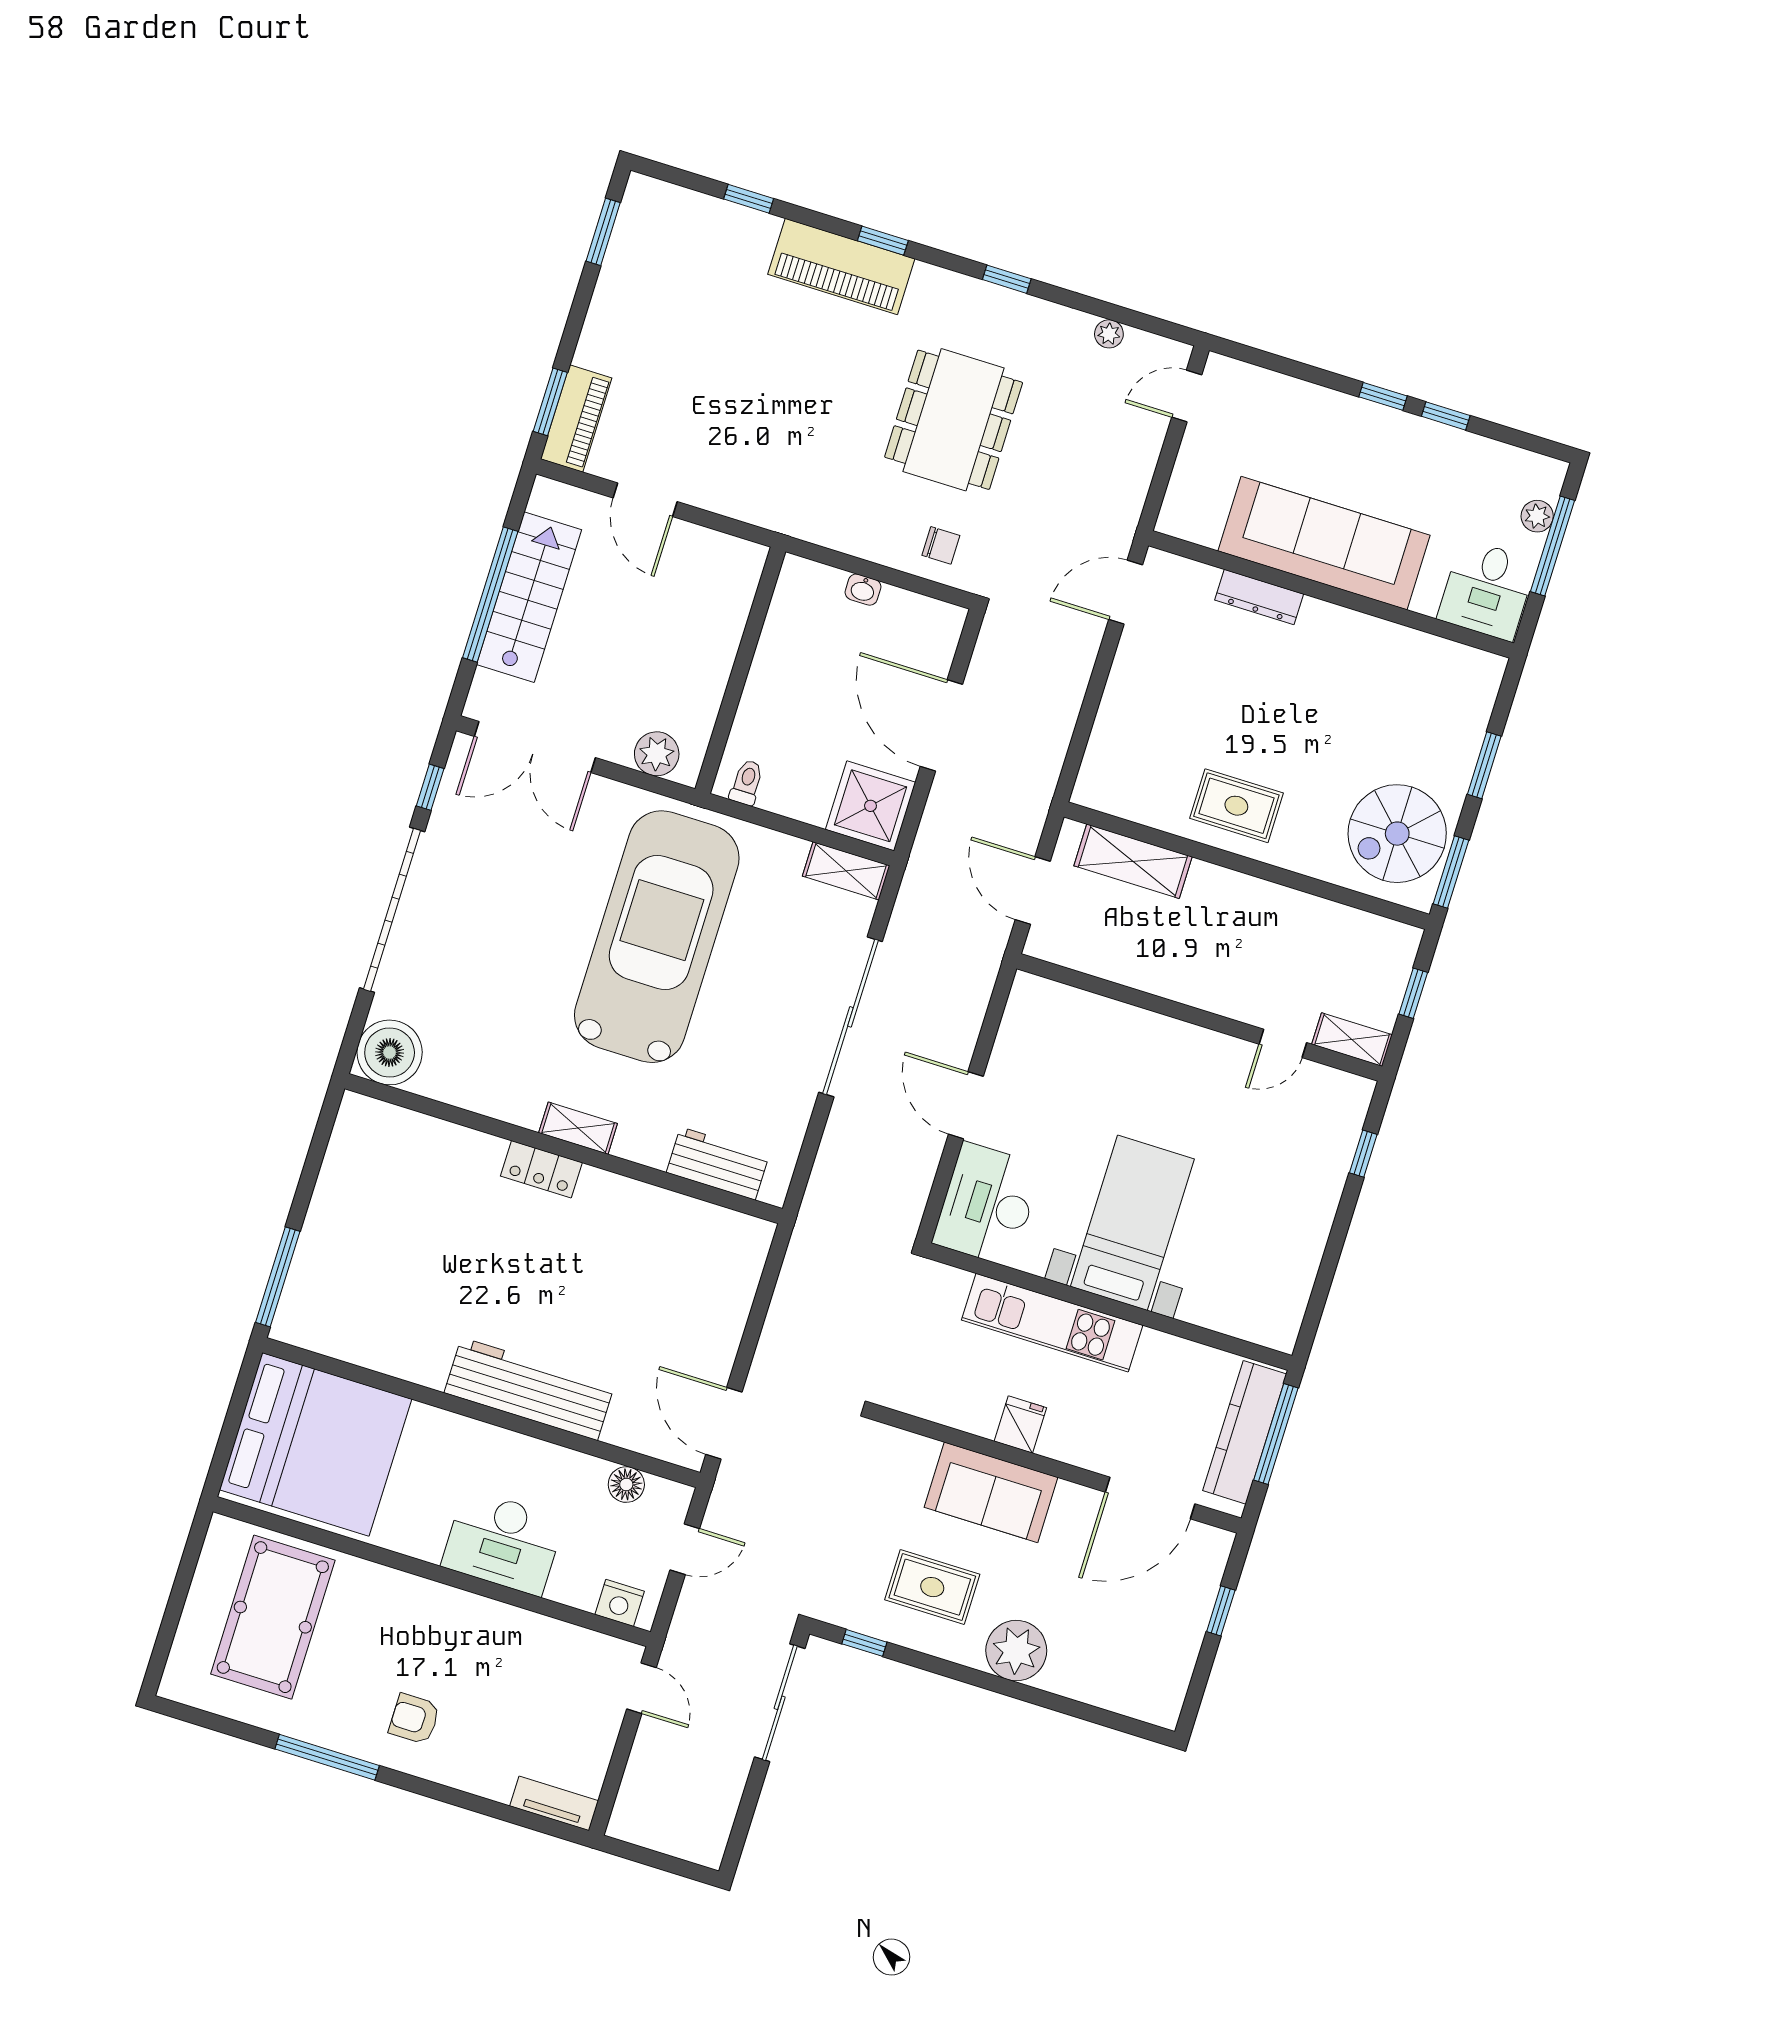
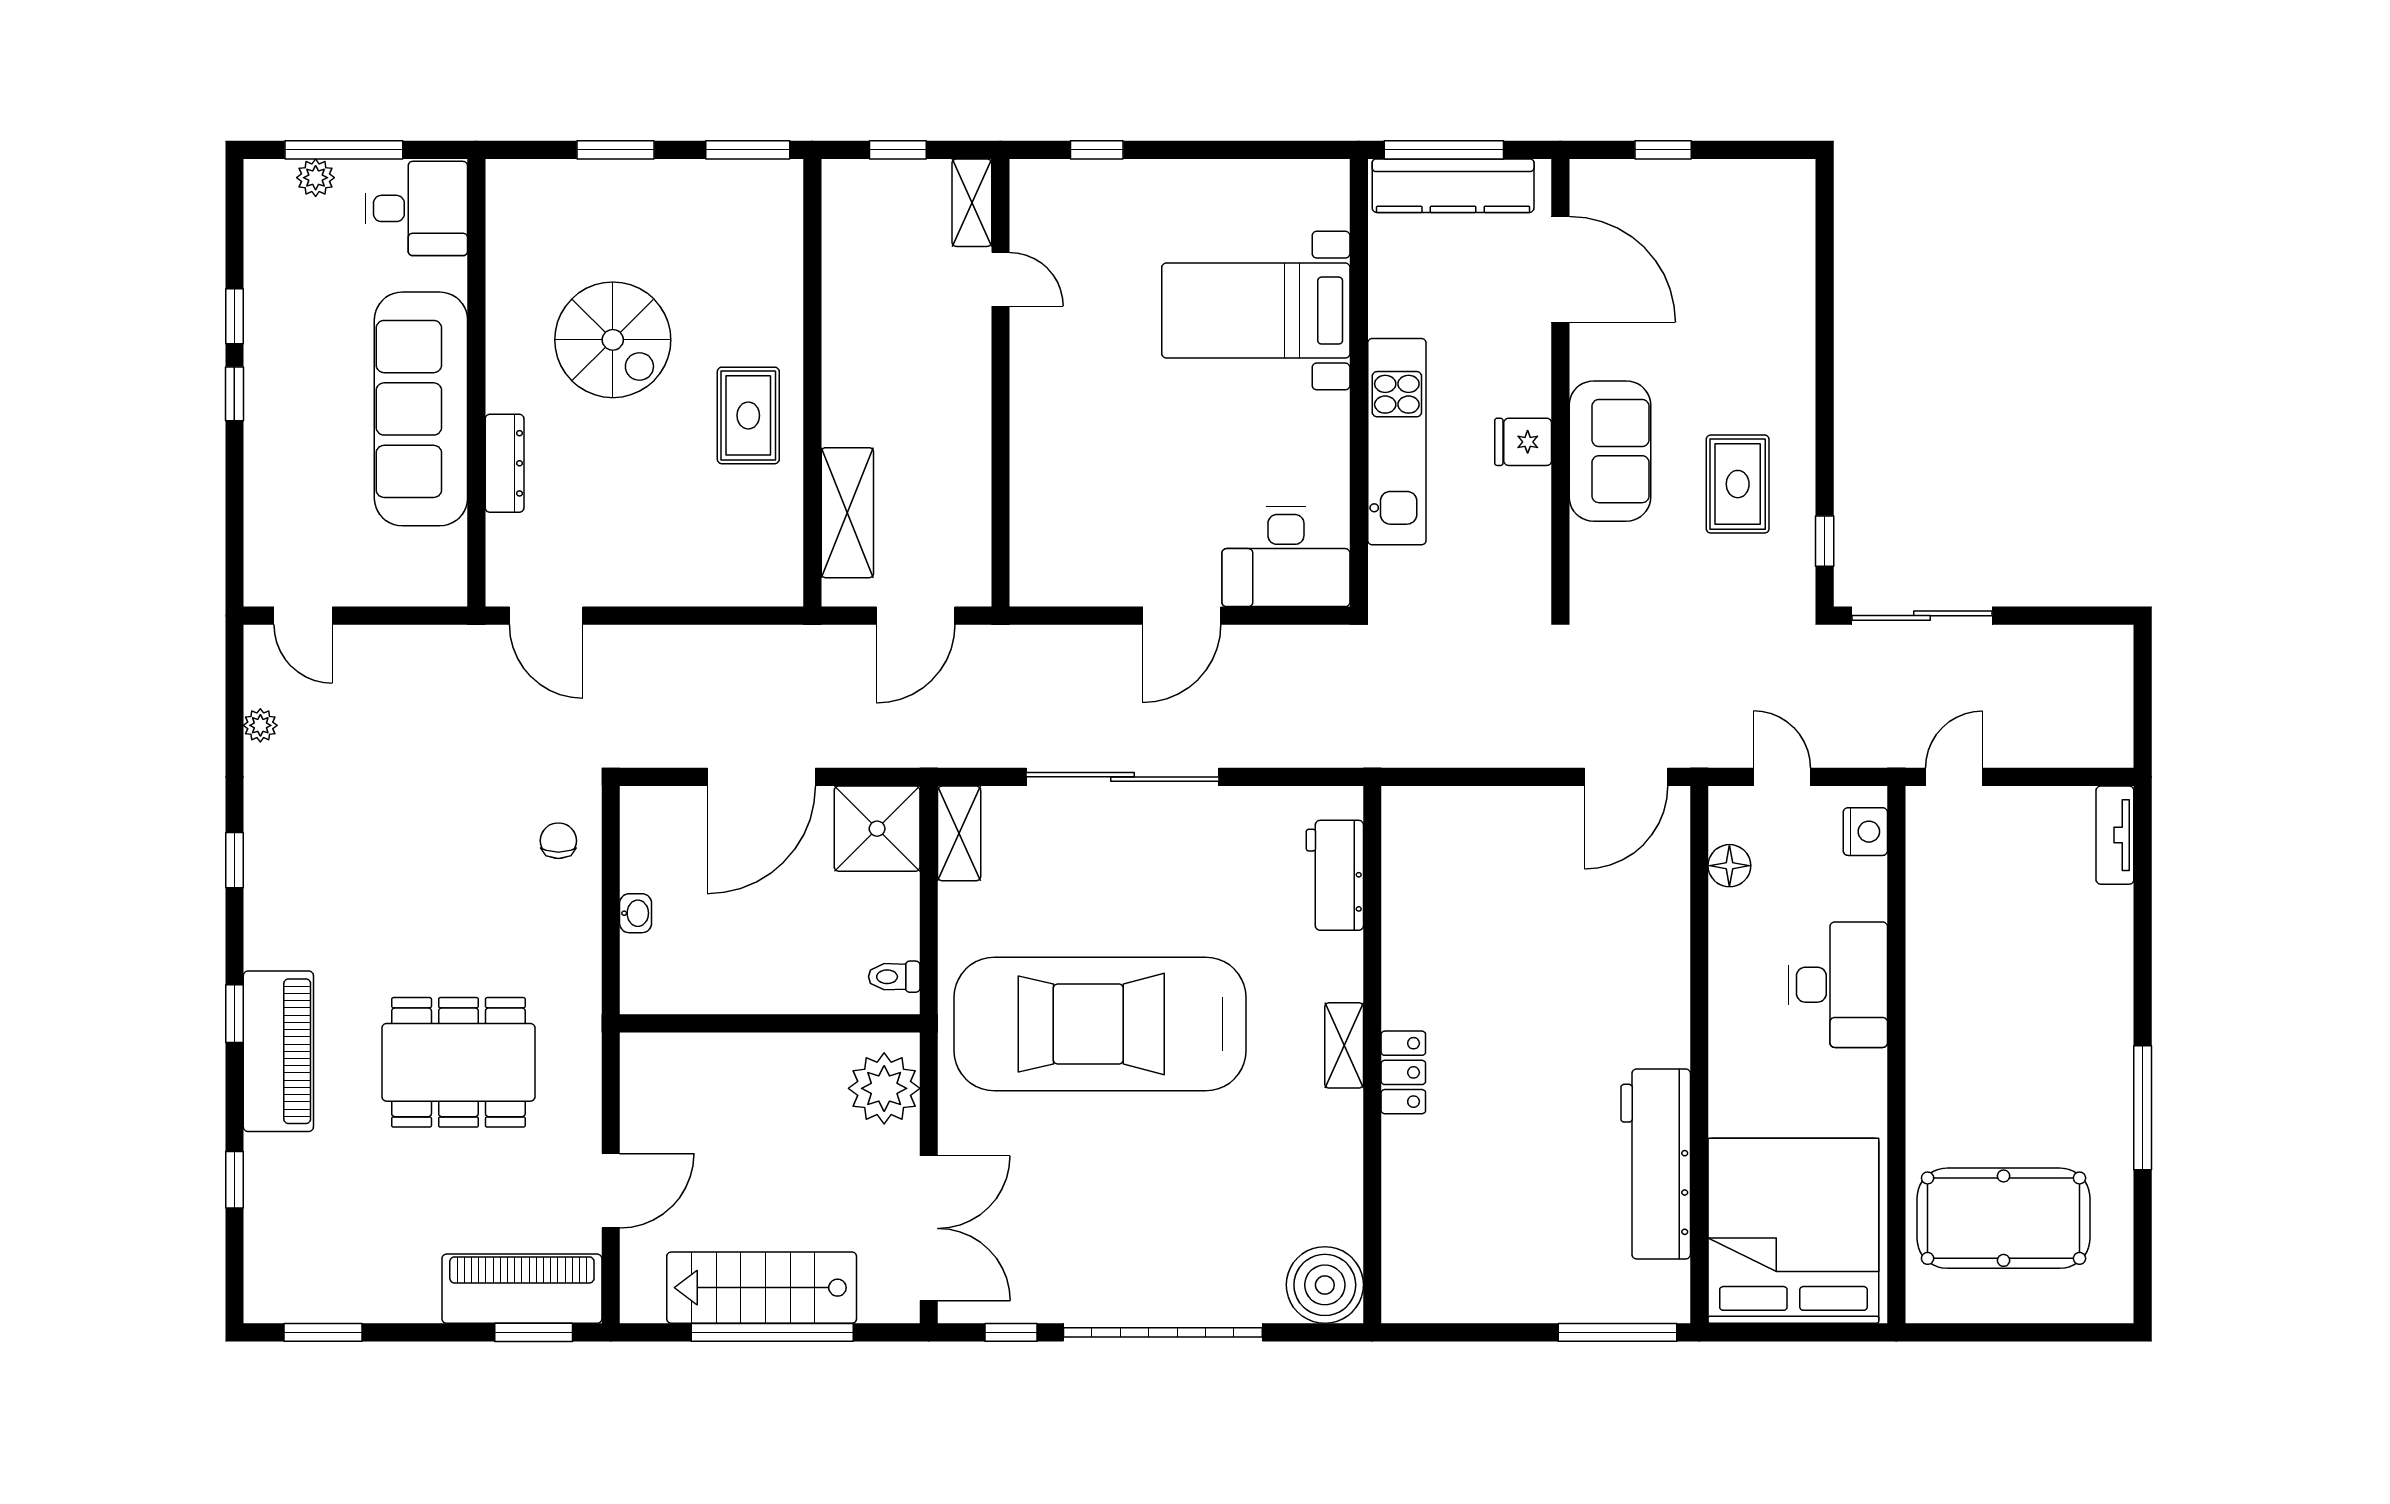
piano: (576, 419) -> (522, 1289), width x1.37, depth x1.33
dining table: (954, 420) -> (458, 1062), moved
plant: (657, 754) -> (884, 1088), width x1.36, depth x1.36
spiral stairs: (1397, 834) -> (613, 340), moved
bed with nightstands: (1132, 1223) -> (1256, 311), moved
workbench: (529, 1389) -> (1656, 1164), moved
plant: (1016, 1651) -> (1780, 367), removed
armchair: (414, 1719) -> (2069, 1023), removed

